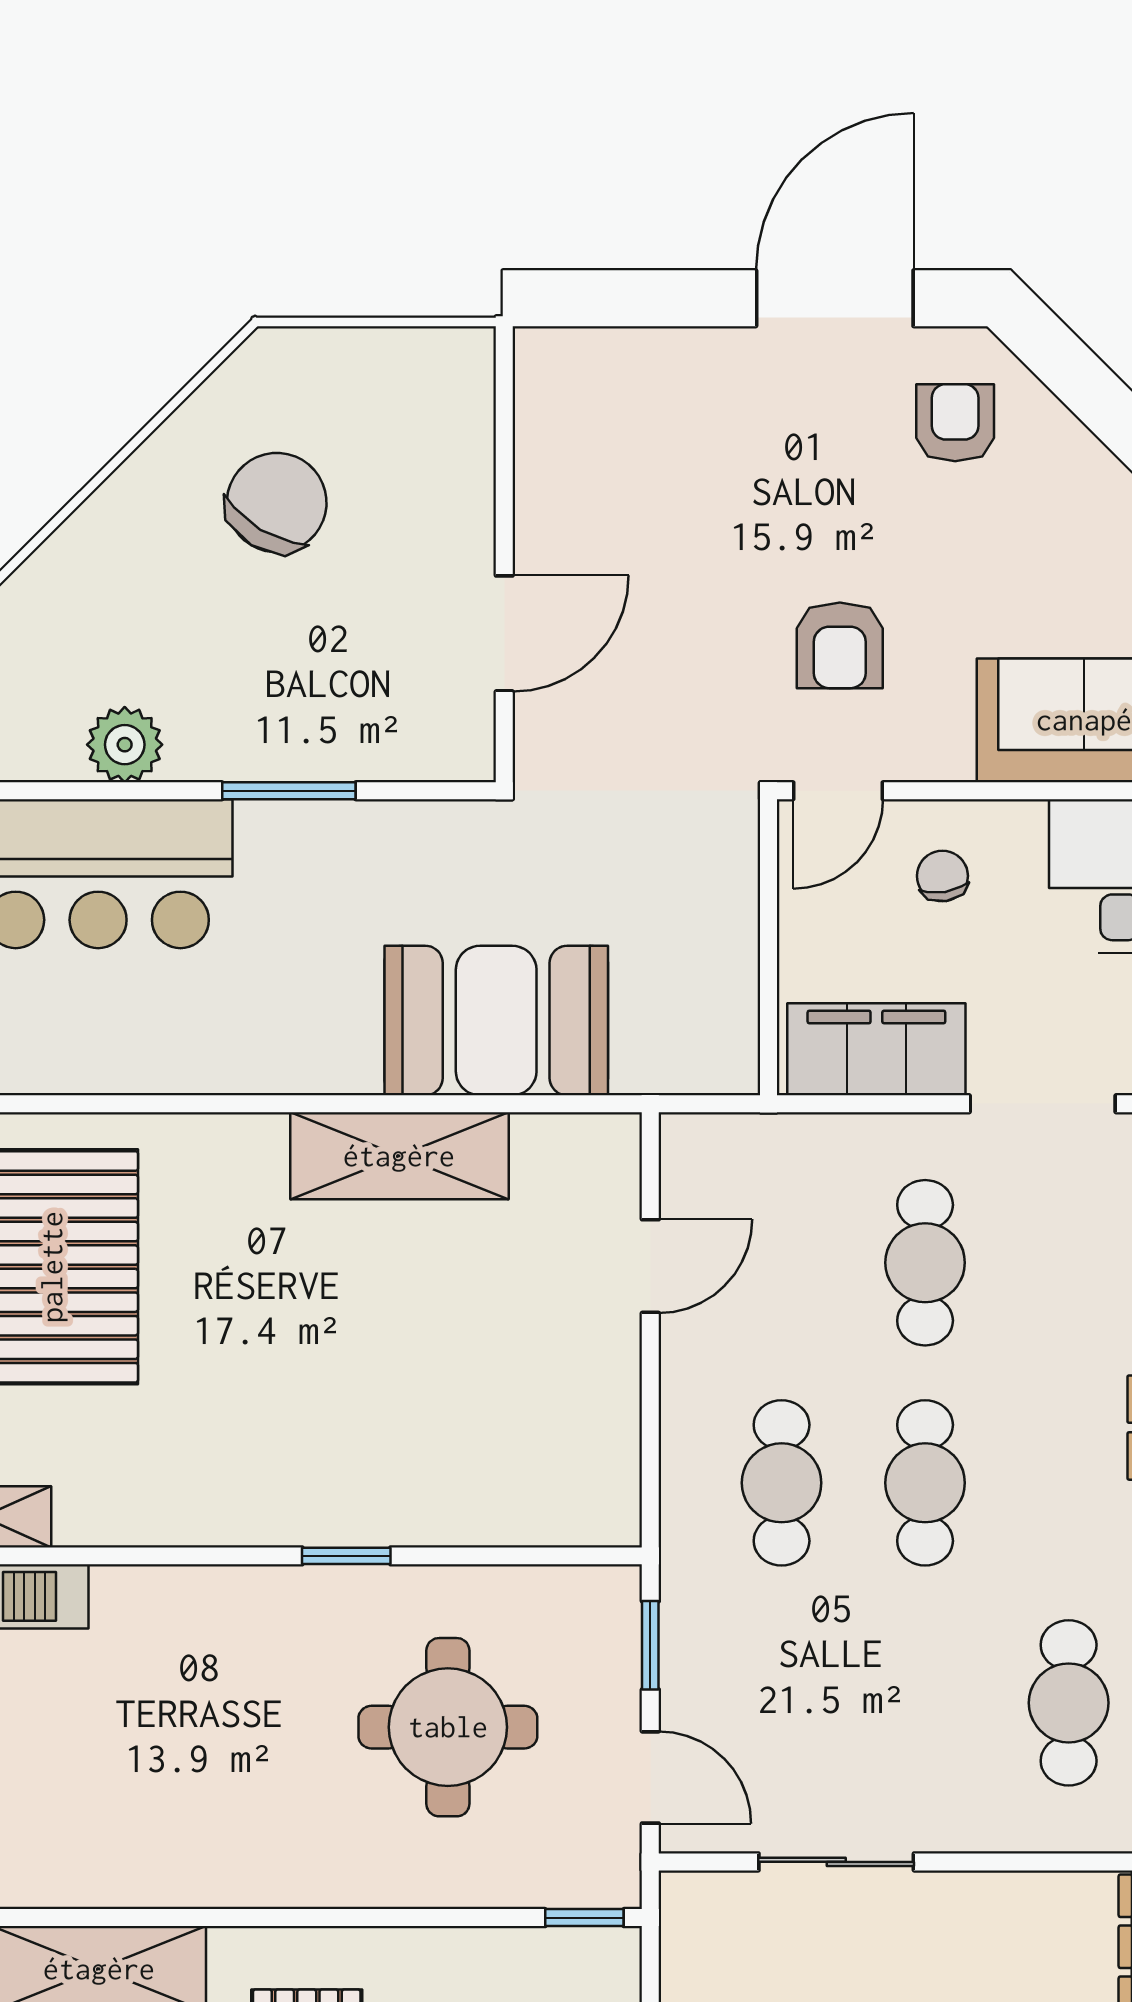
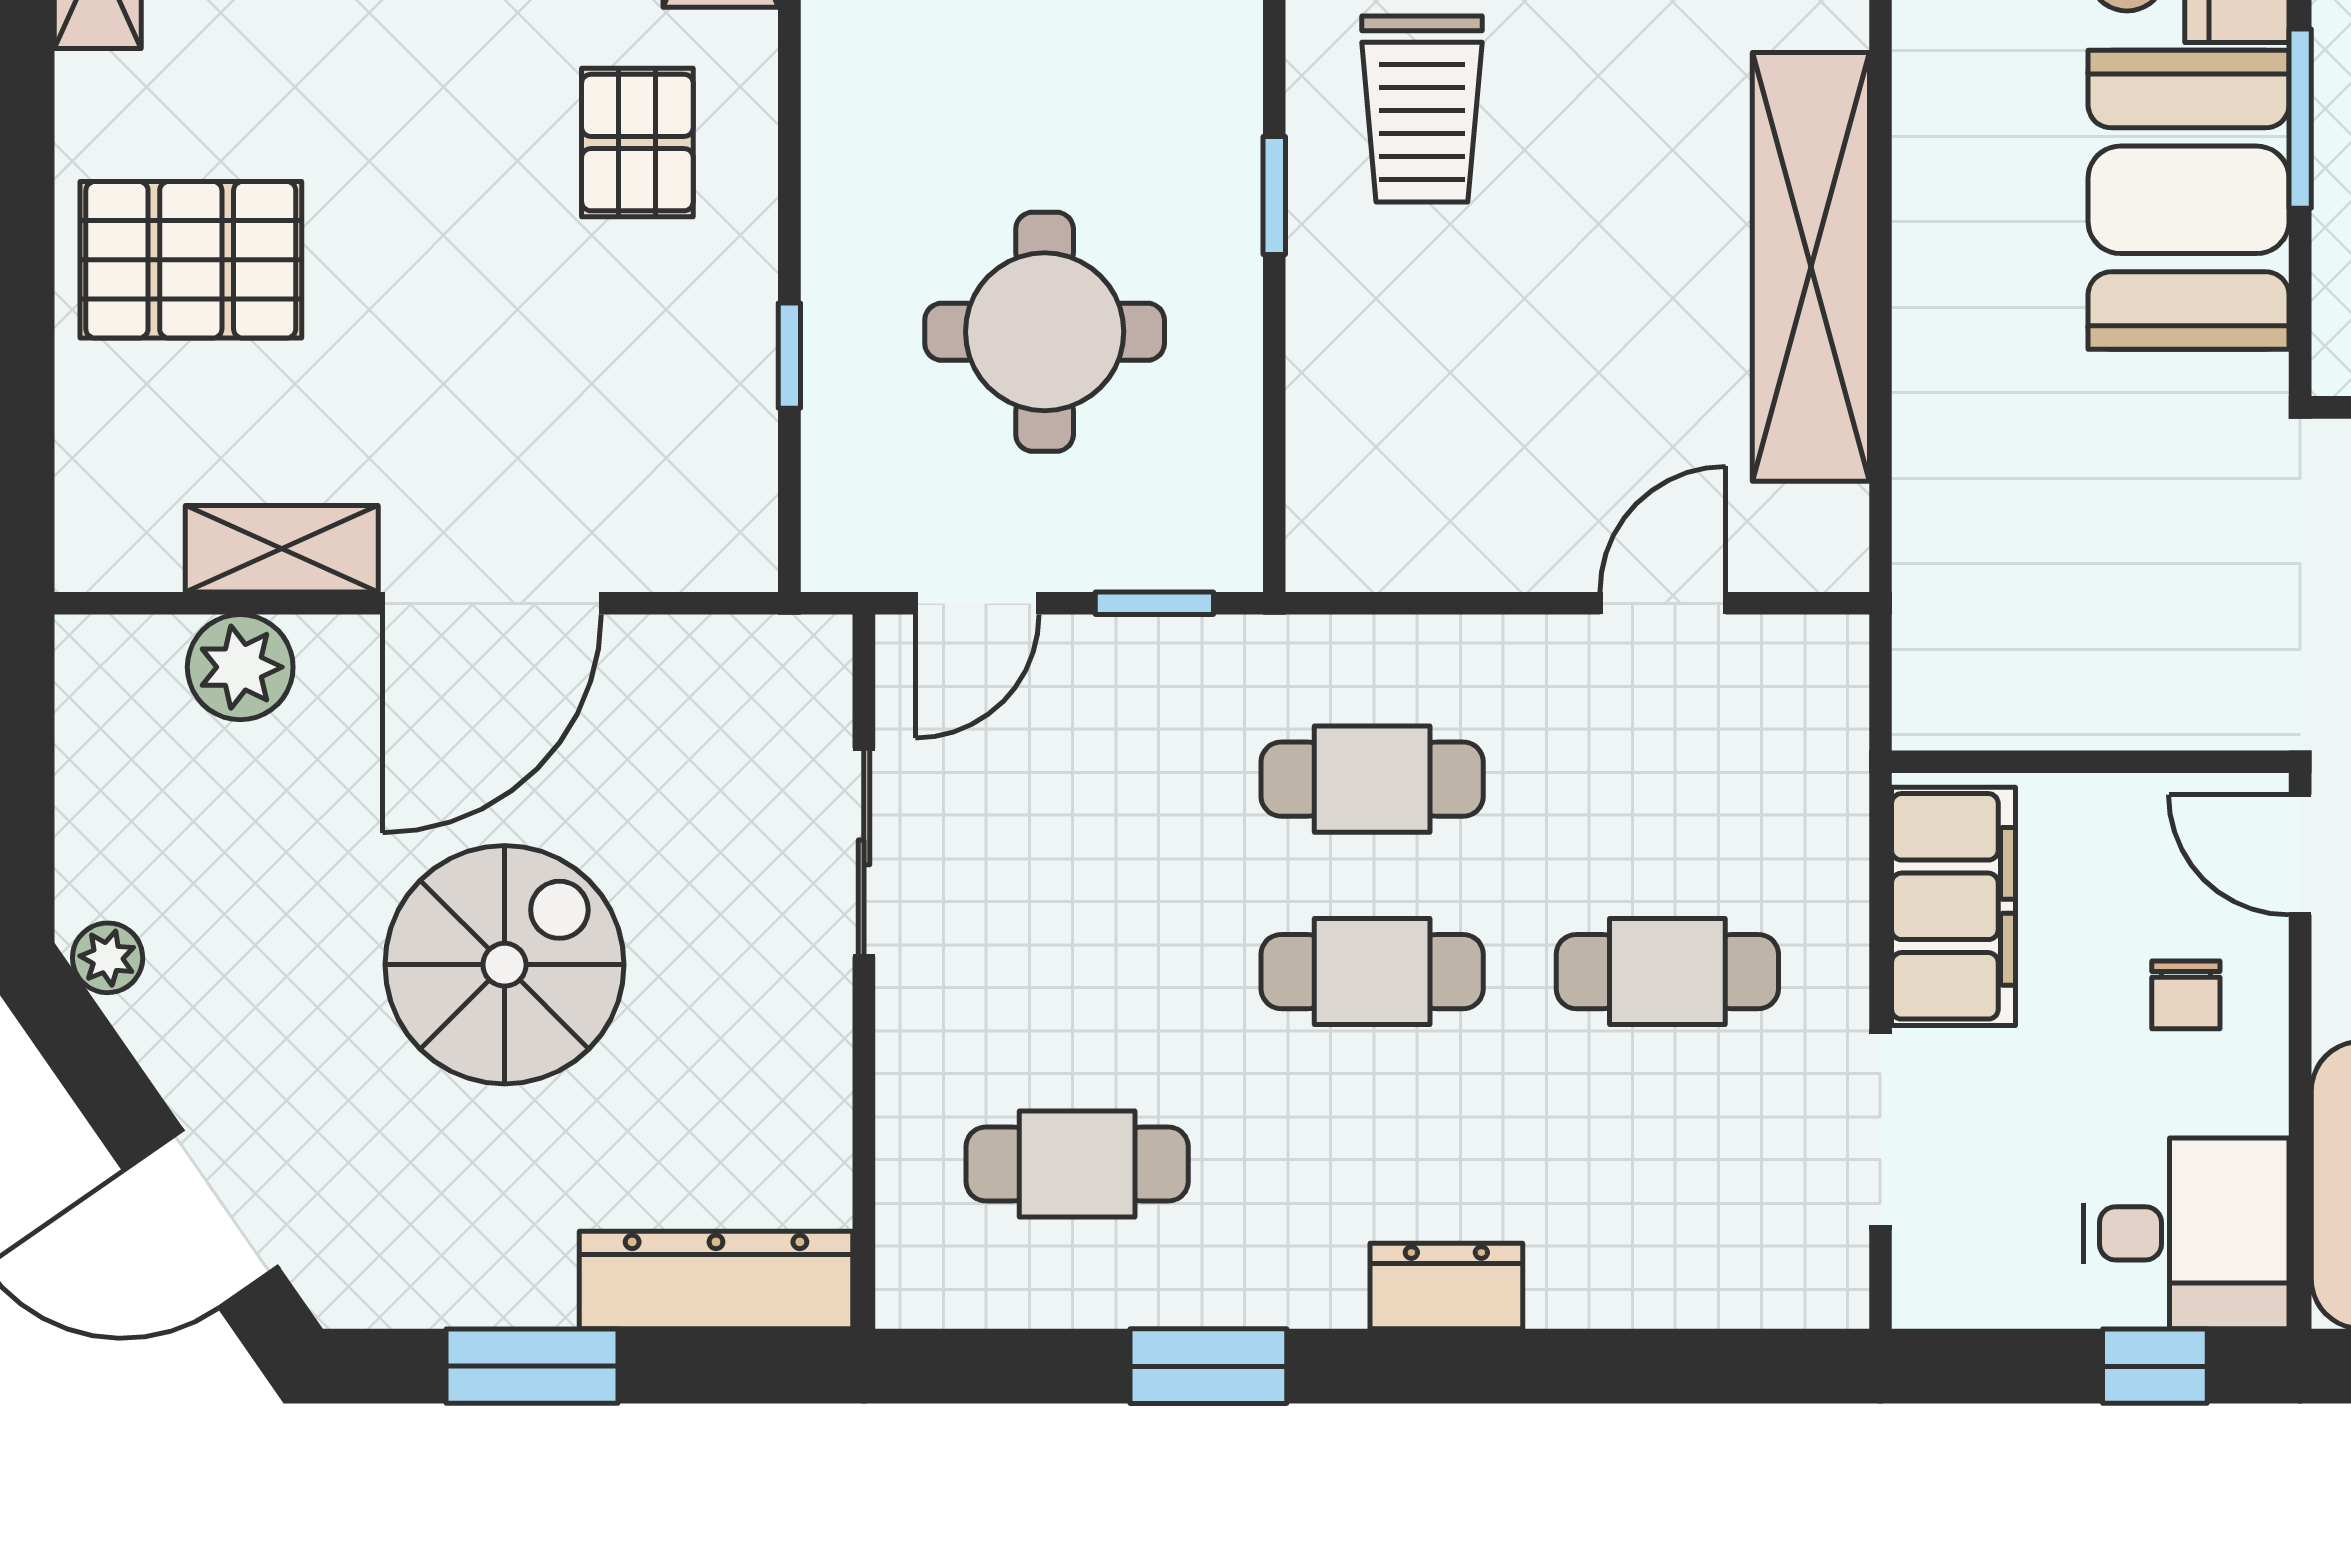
chair: (942, 876) -> (2186, 995), turned 99
booth: (496, 1021) -> (2189, 200), moved
shelving: (399, 1156) -> (1811, 267), width x1.47
door: (650, 1266) -> (1663, 603), swing flipped
trolley: (282, 1446) -> (1422, 109), added
window: (584, 1918) -> (789, 356), moved

